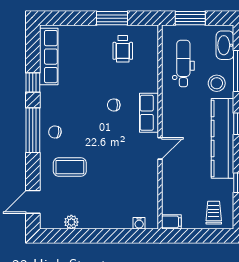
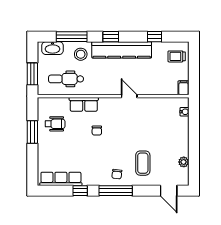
row of seats: (149, 113) -> (84, 104), moved

